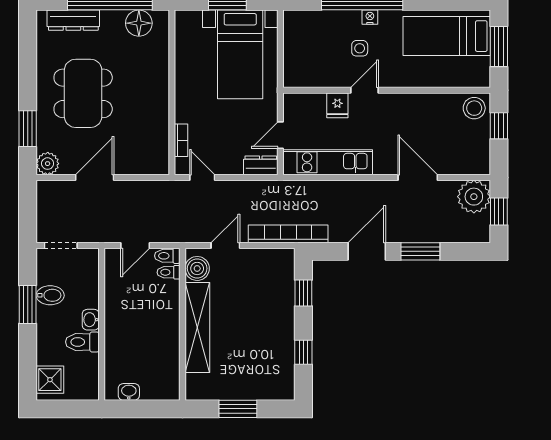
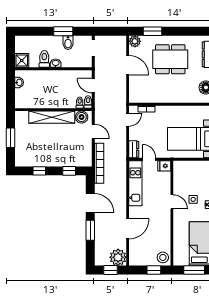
fridge: (337, 105) -> (164, 166), moved
shower: (50, 380) -> (22, 60), moved

